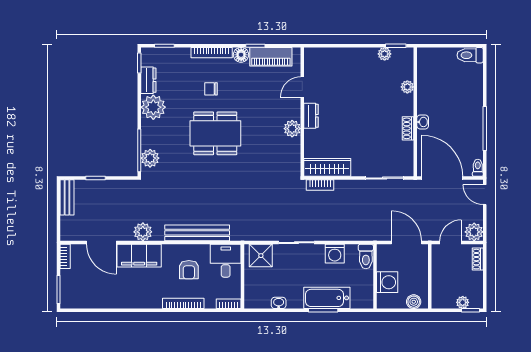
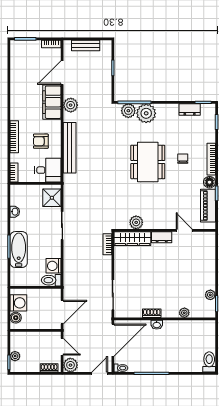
plant: (153, 107) -> (146, 113), moved
plant: (292, 129) -> (136, 222), moved
wardrobe: (327, 167) -> (132, 239), moved, turned 90
bench: (67, 197) -> (86, 46), moved
washing machine: (335, 254) -> (53, 266), moved
washing machine: (387, 282) -> (18, 303), moved, turned -90

